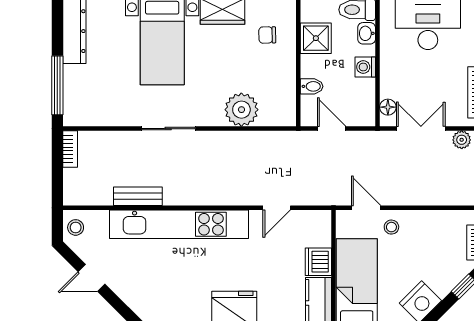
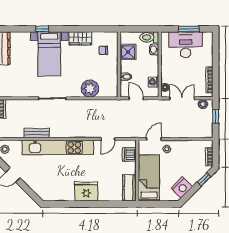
washing machine: (365, 67) -> (153, 82), moved
door: (366, 208) -> (154, 139), hinge flipped
dishwasher: (318, 262) -> (129, 154), moved

